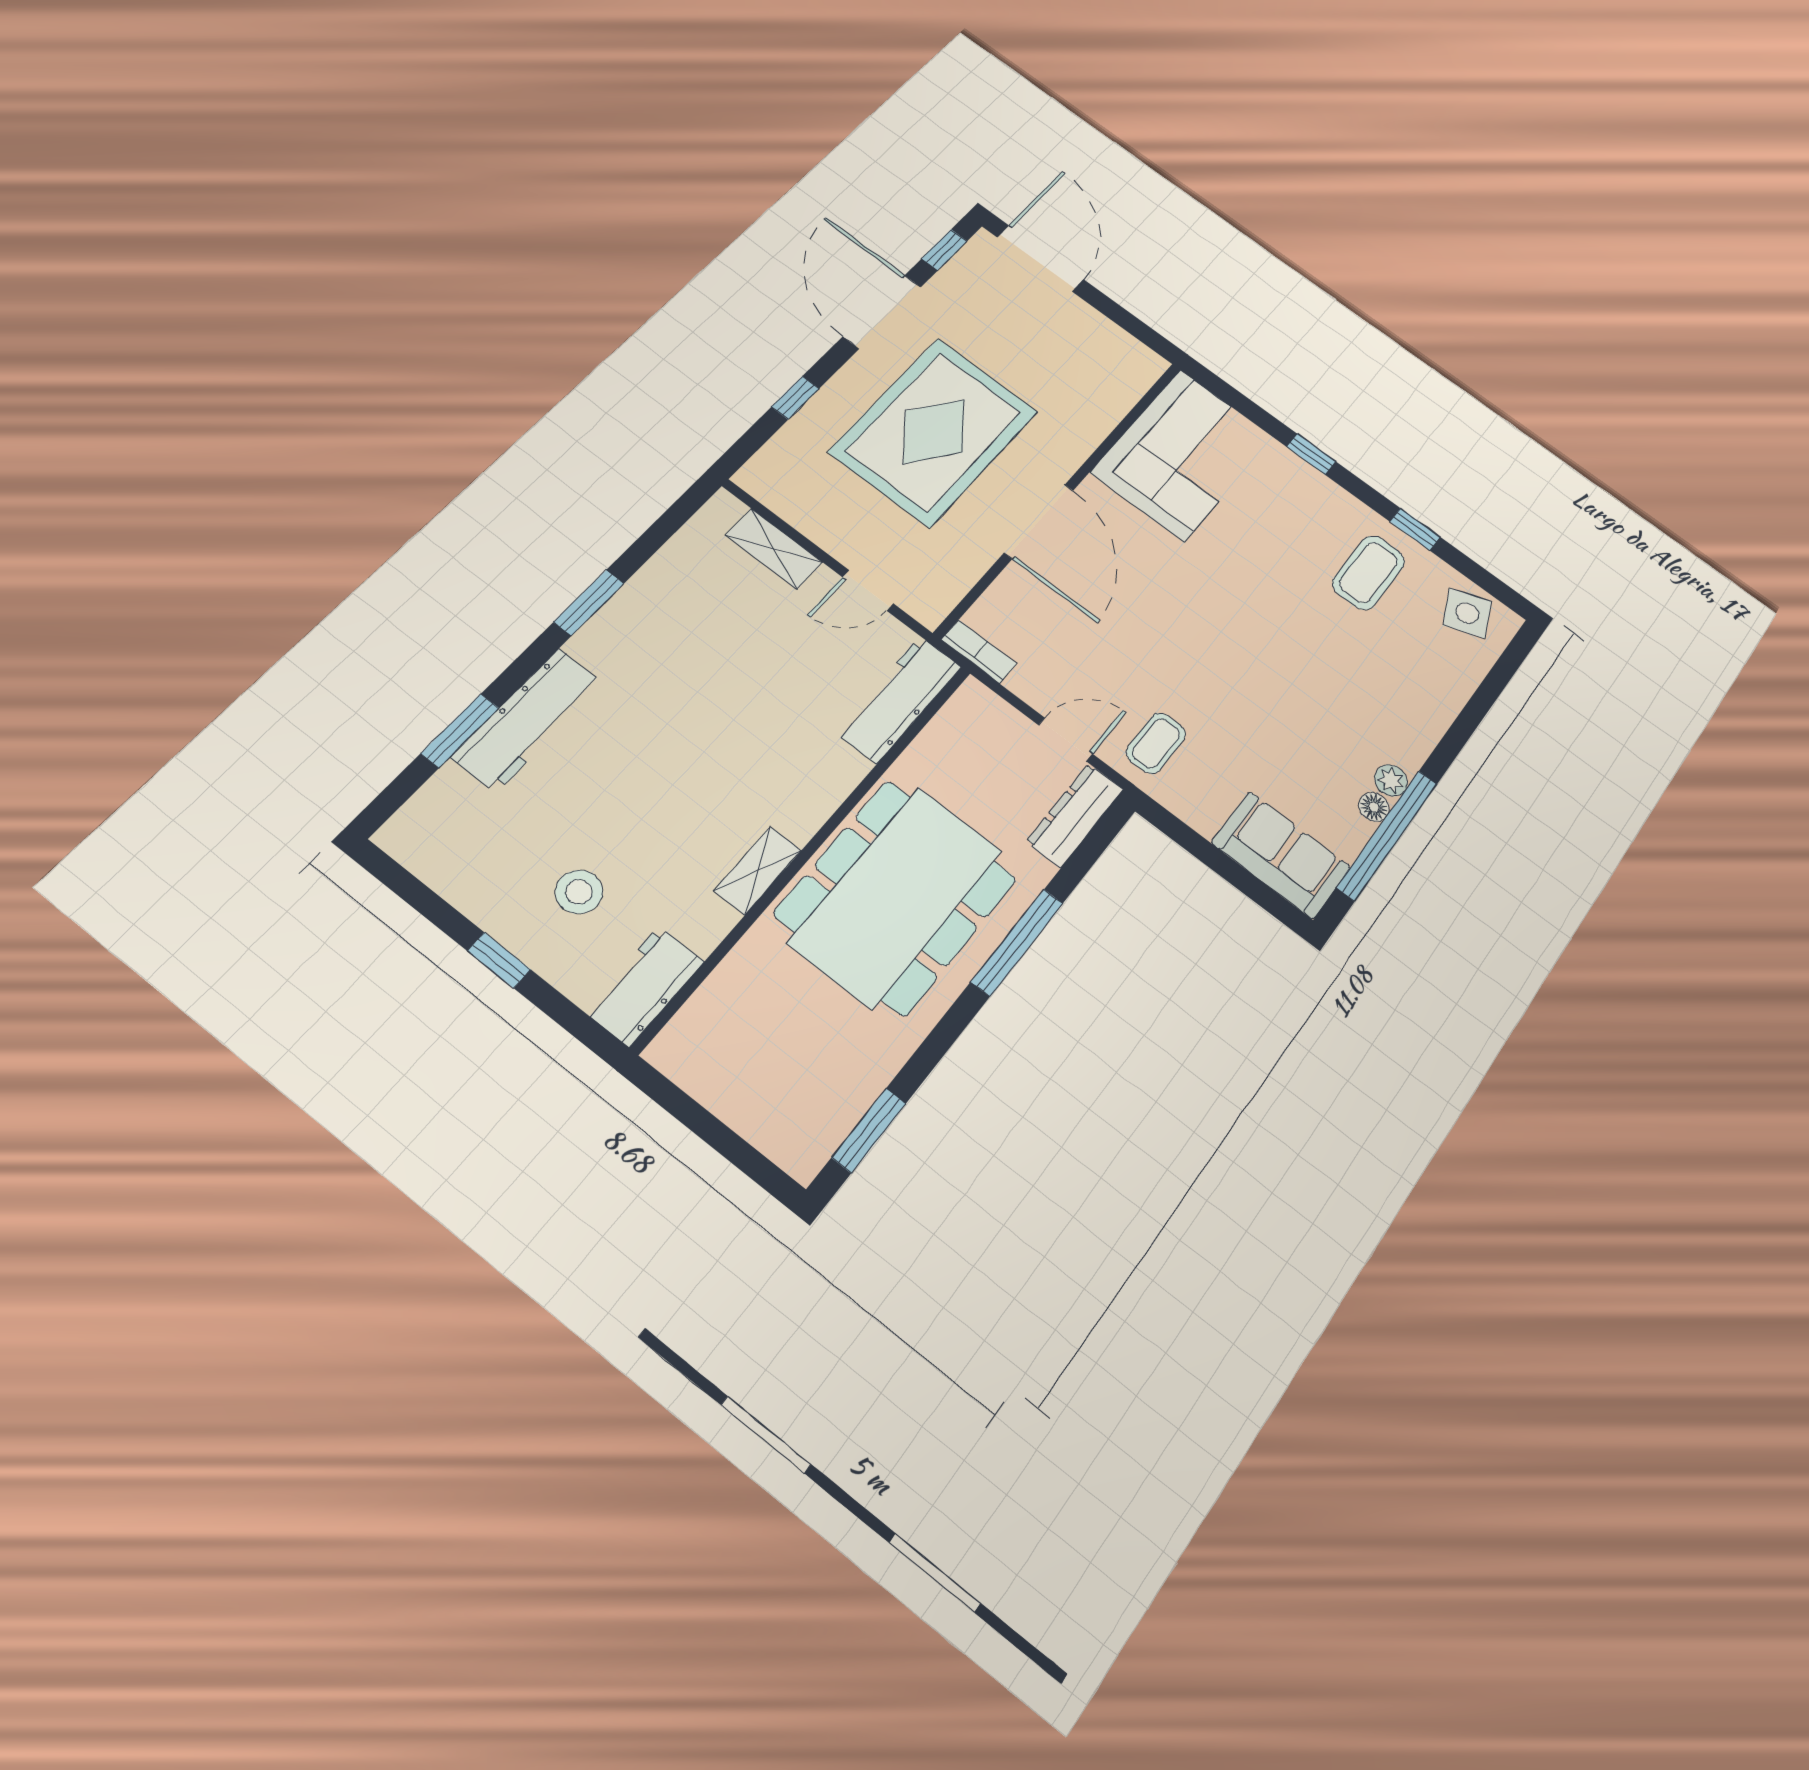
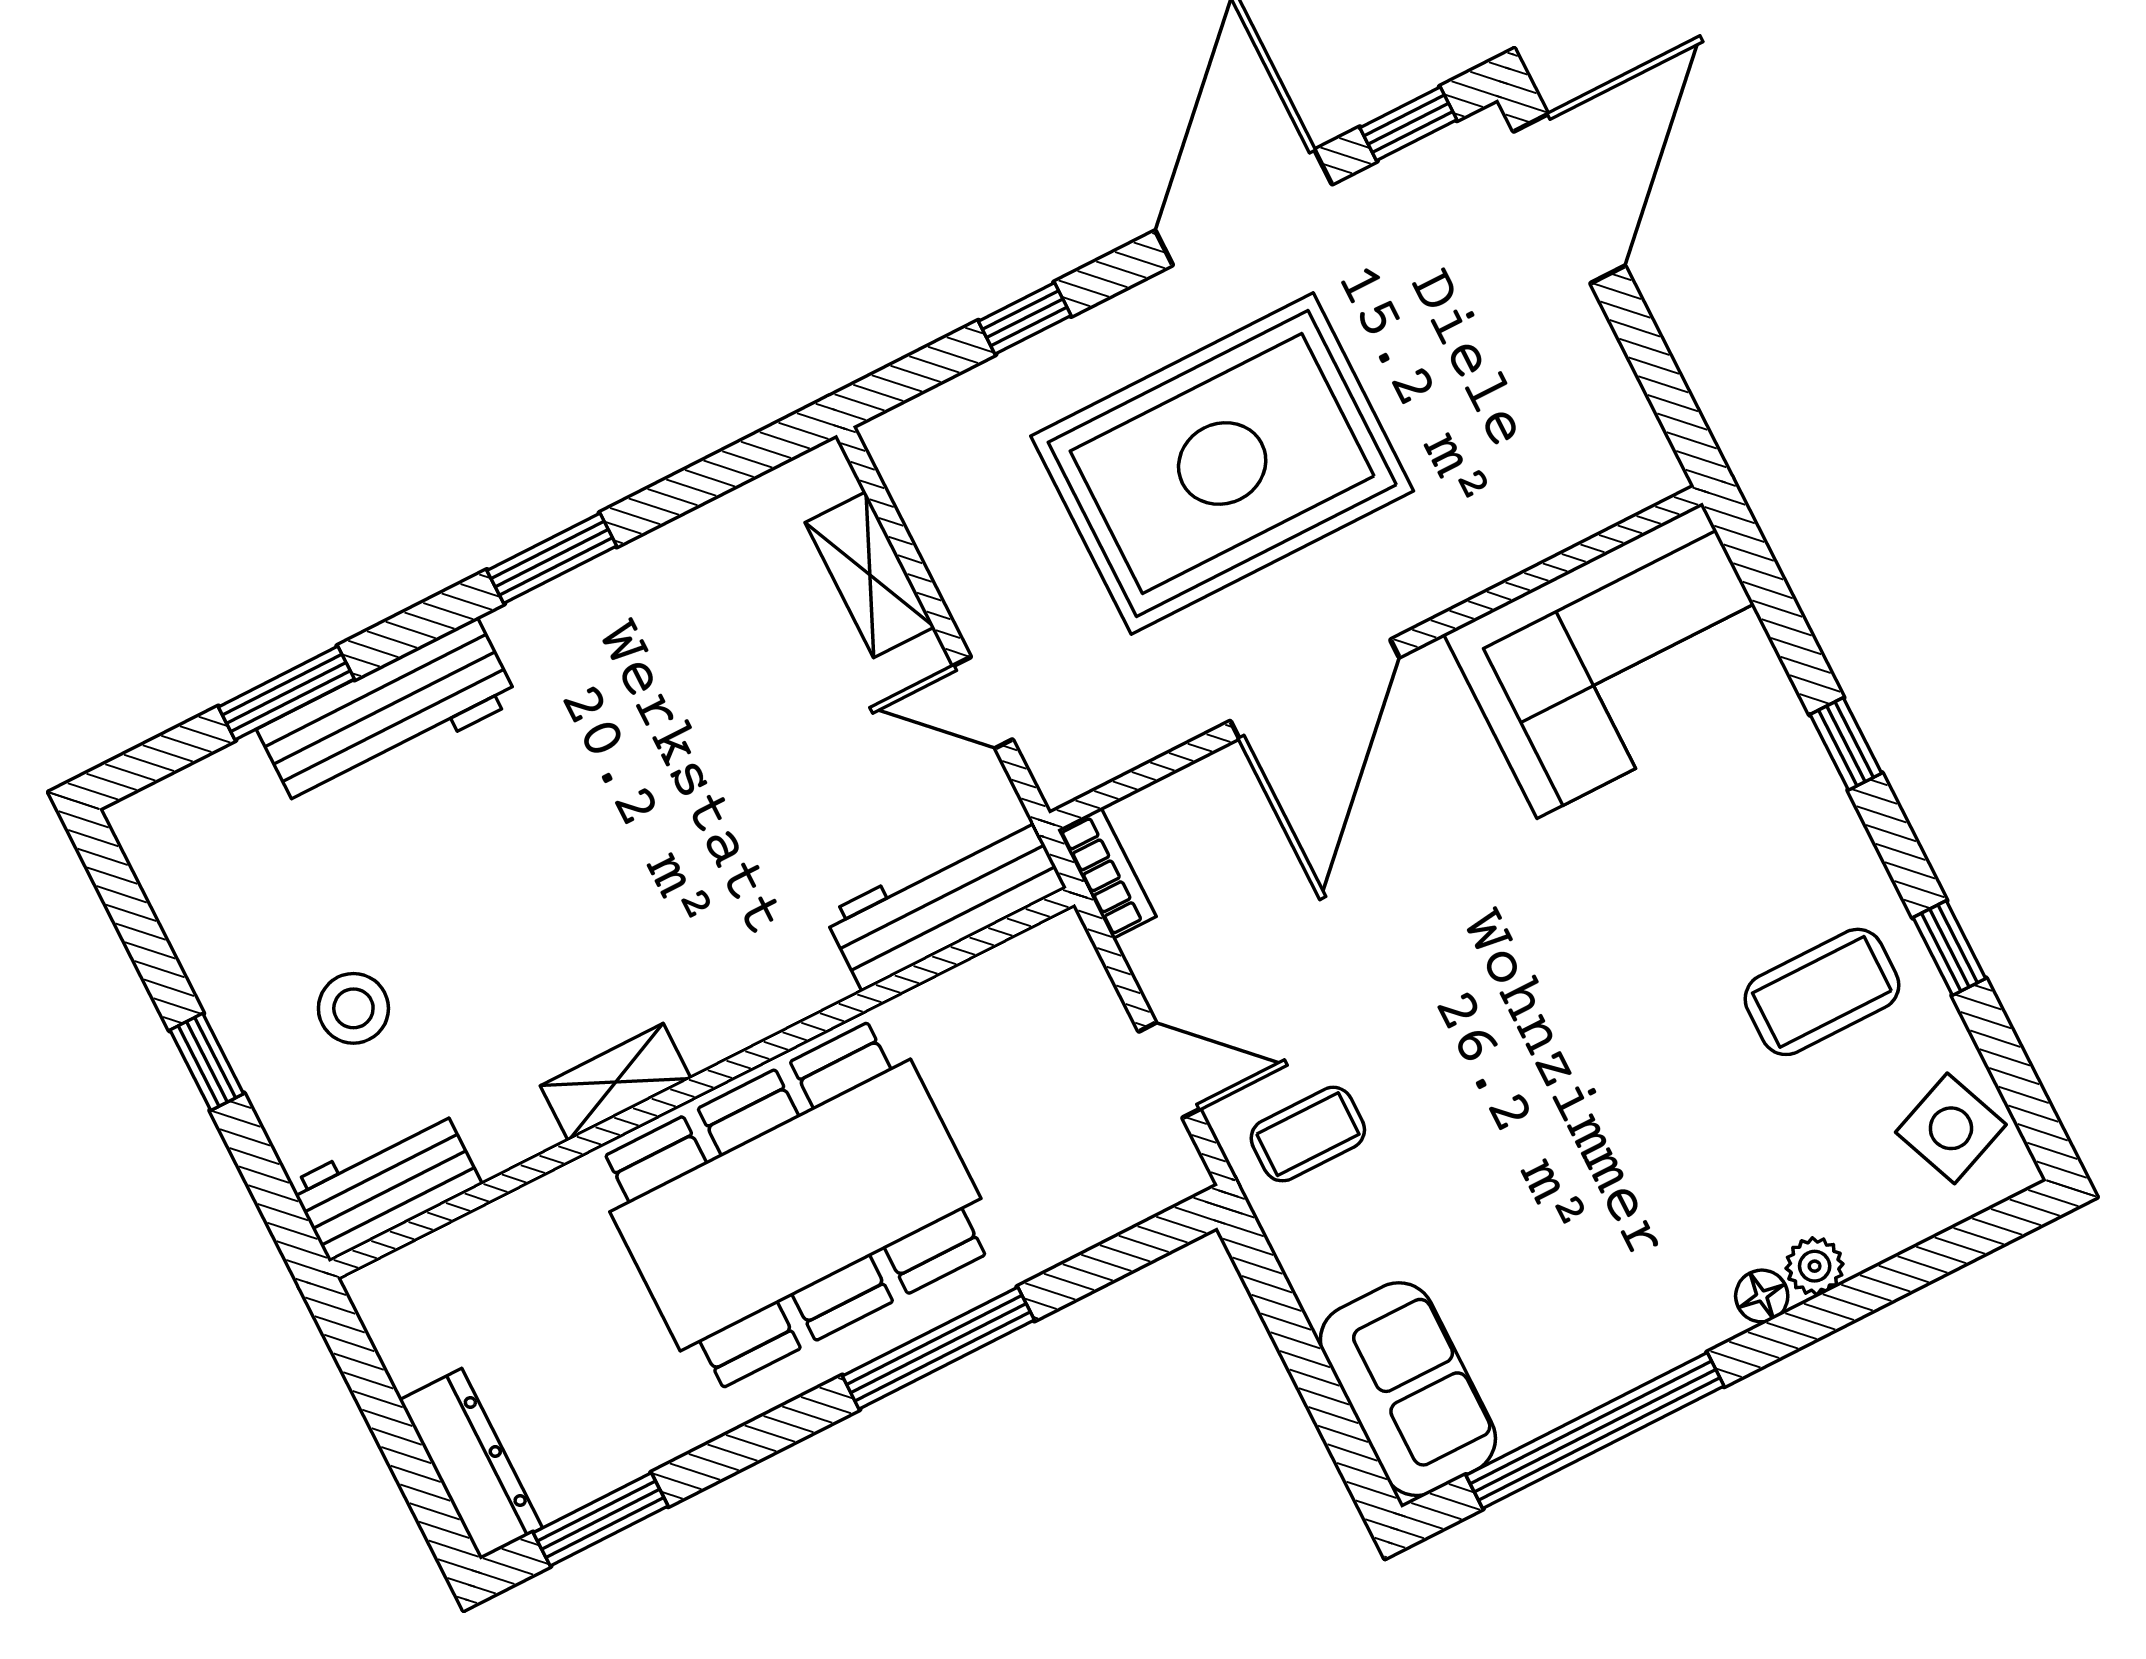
plant: (1391, 780) -> (1815, 1266), moved
floor lamp: (1374, 807) -> (1762, 1296), moved
dresser: (1075, 815) -> (471, 1464), moved, turned 90

